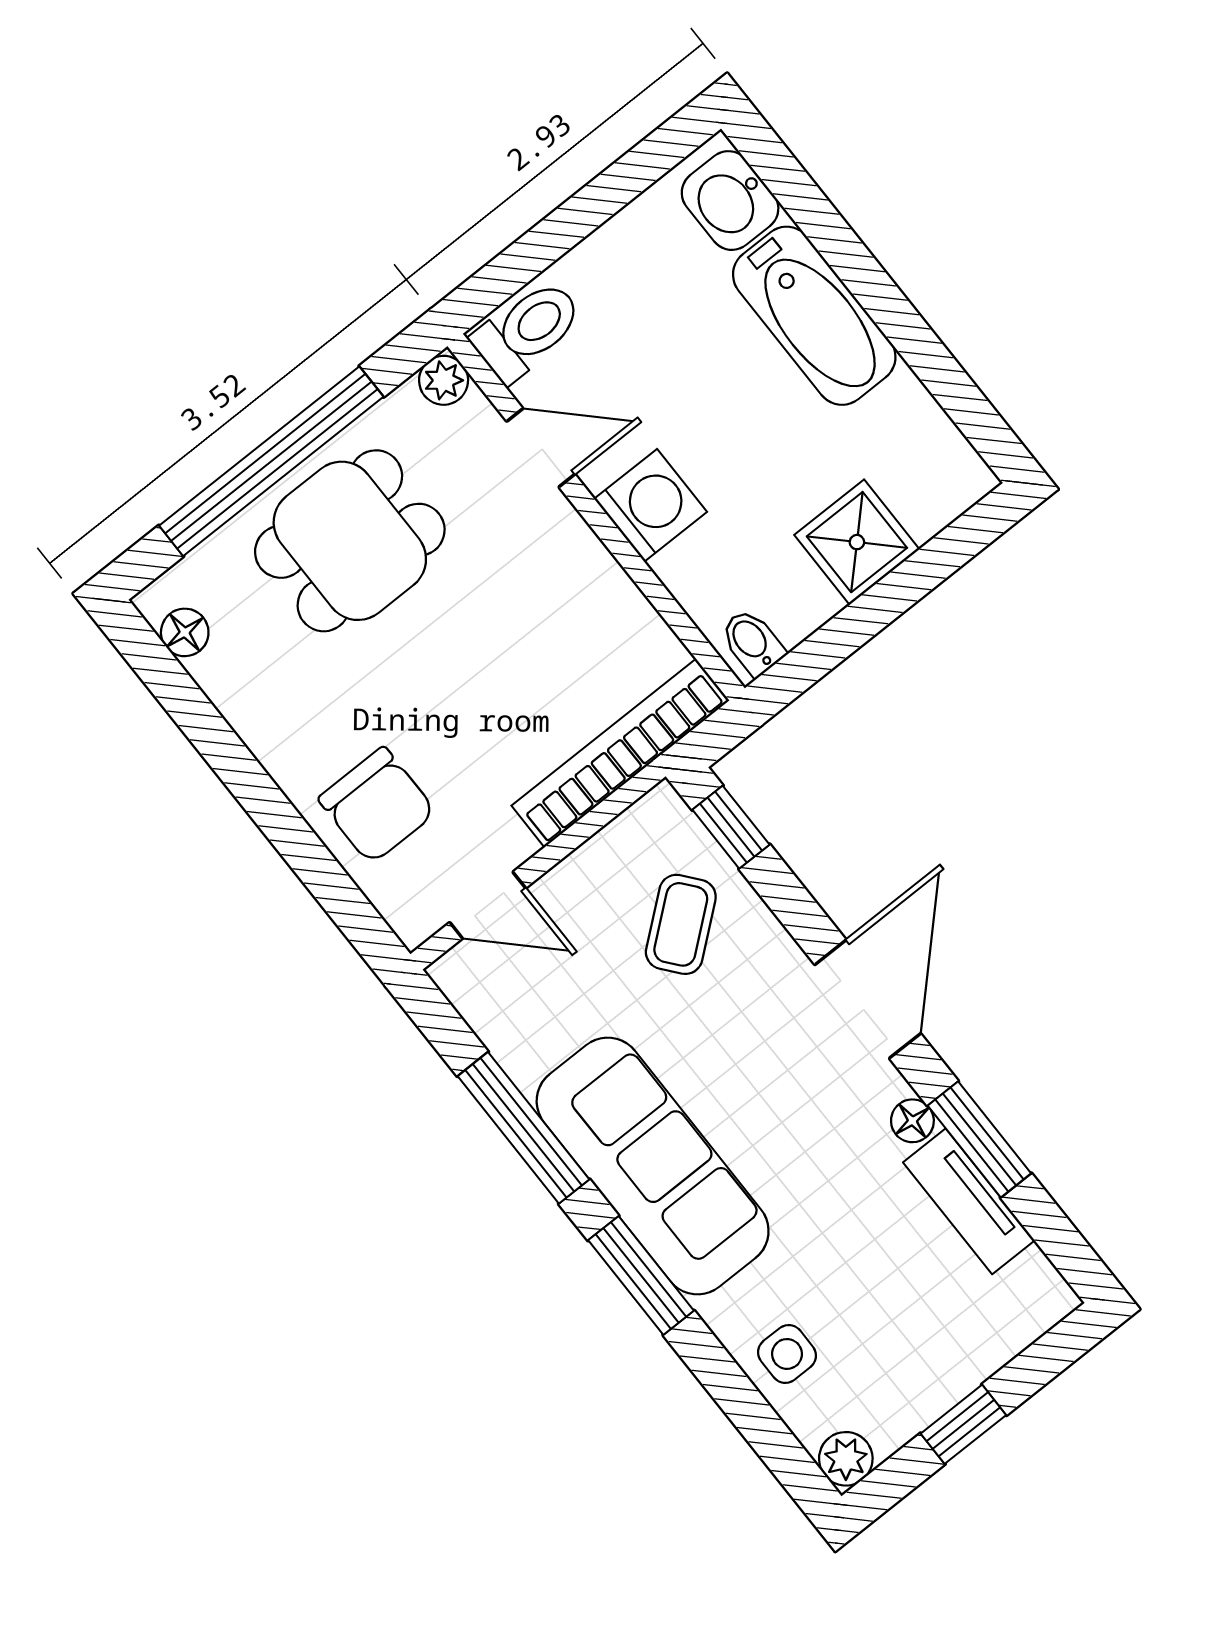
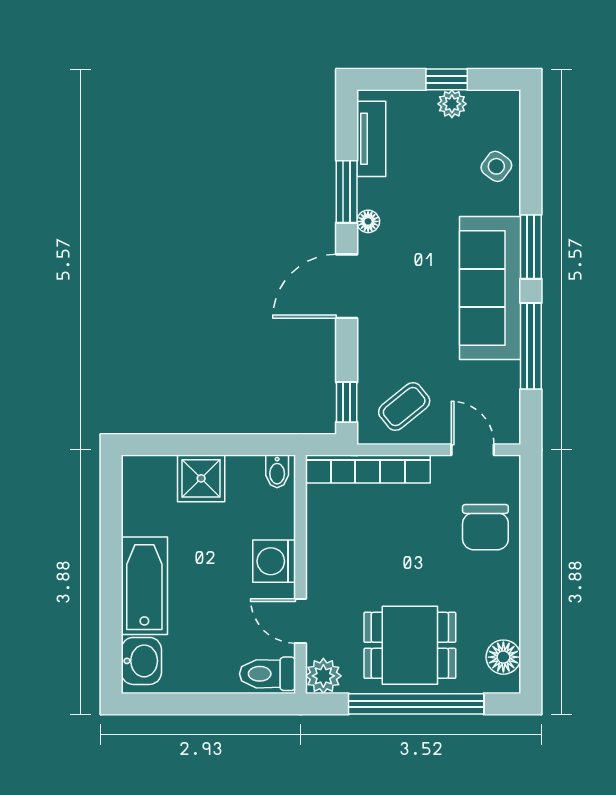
plant: (444, 380) -> (323, 676), width x1.38, depth x1.38
floor lamp: (185, 632) -> (503, 657), width x1.37, depth x1.37
chair: (377, 805) -> (485, 527), turned 180
coffee table: (681, 924) -> (404, 407), moved
tv unit: (969, 1201) -> (371, 139), moved
side table: (787, 1354) -> (496, 166), turned 36
plant: (846, 1459) -> (452, 104), moved

